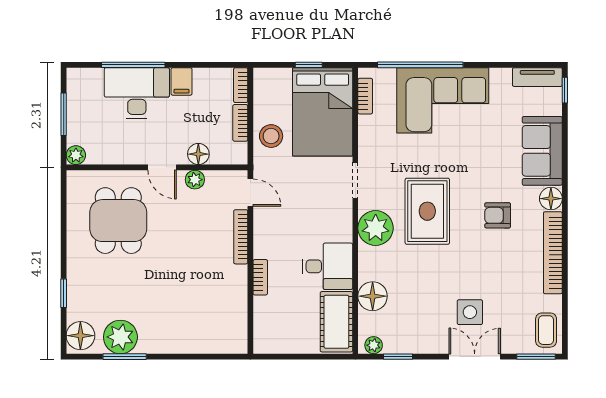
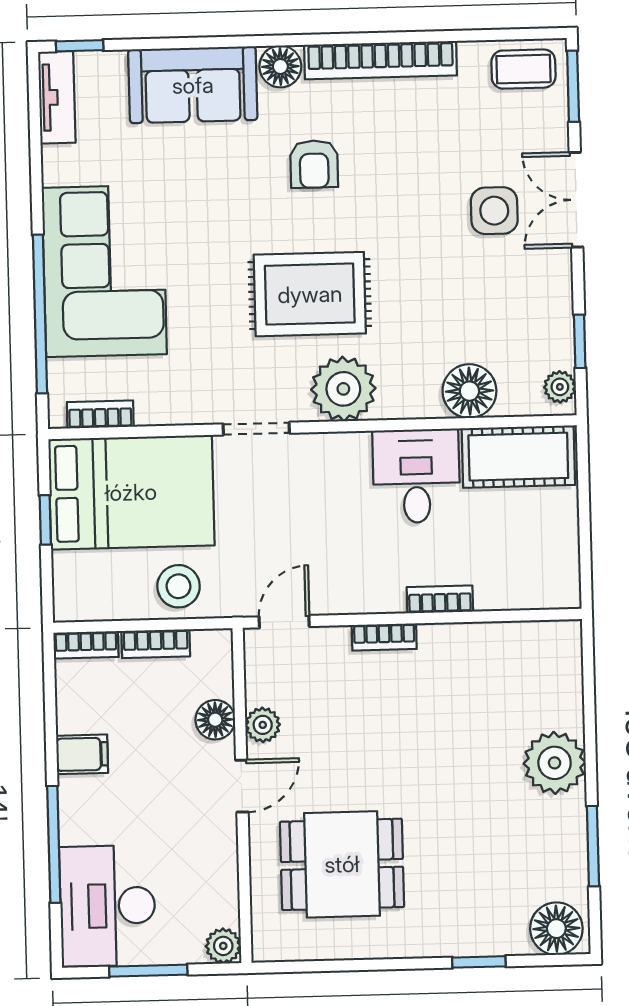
desk: (137, 93) -> (108, 906), moved
bookcase: (241, 237) -> (384, 637), width x0.64
plant: (120, 337) -> (555, 763), moved

